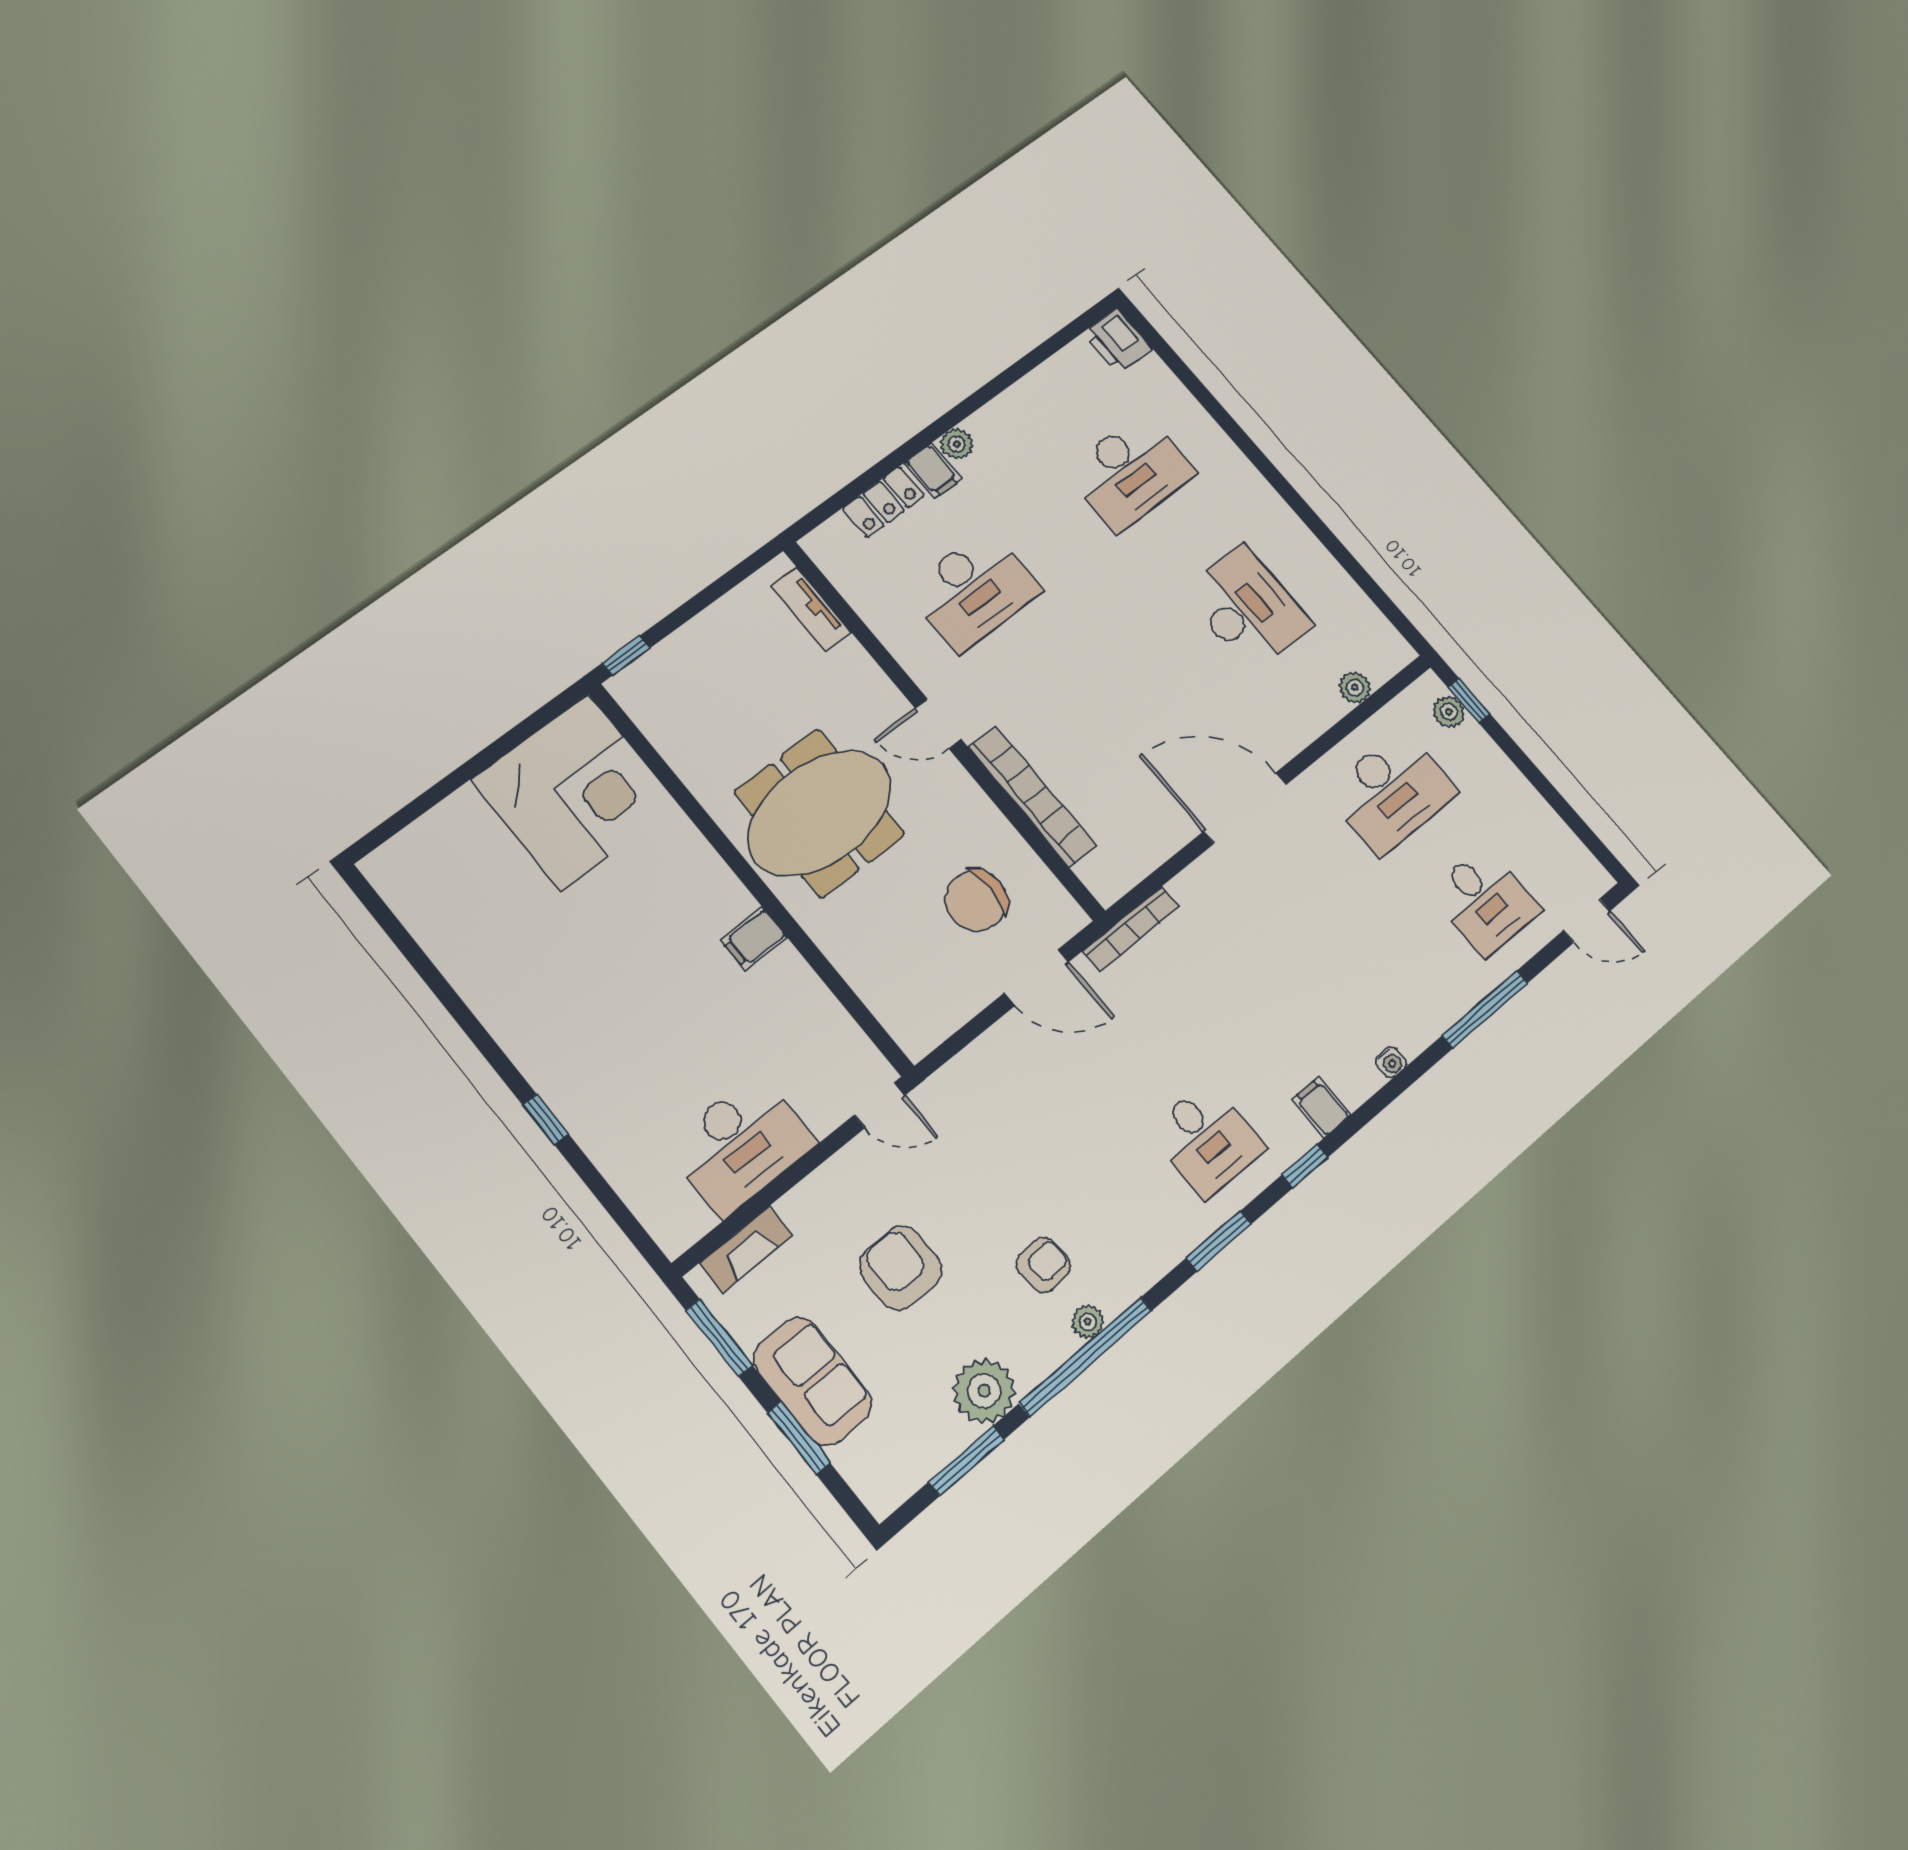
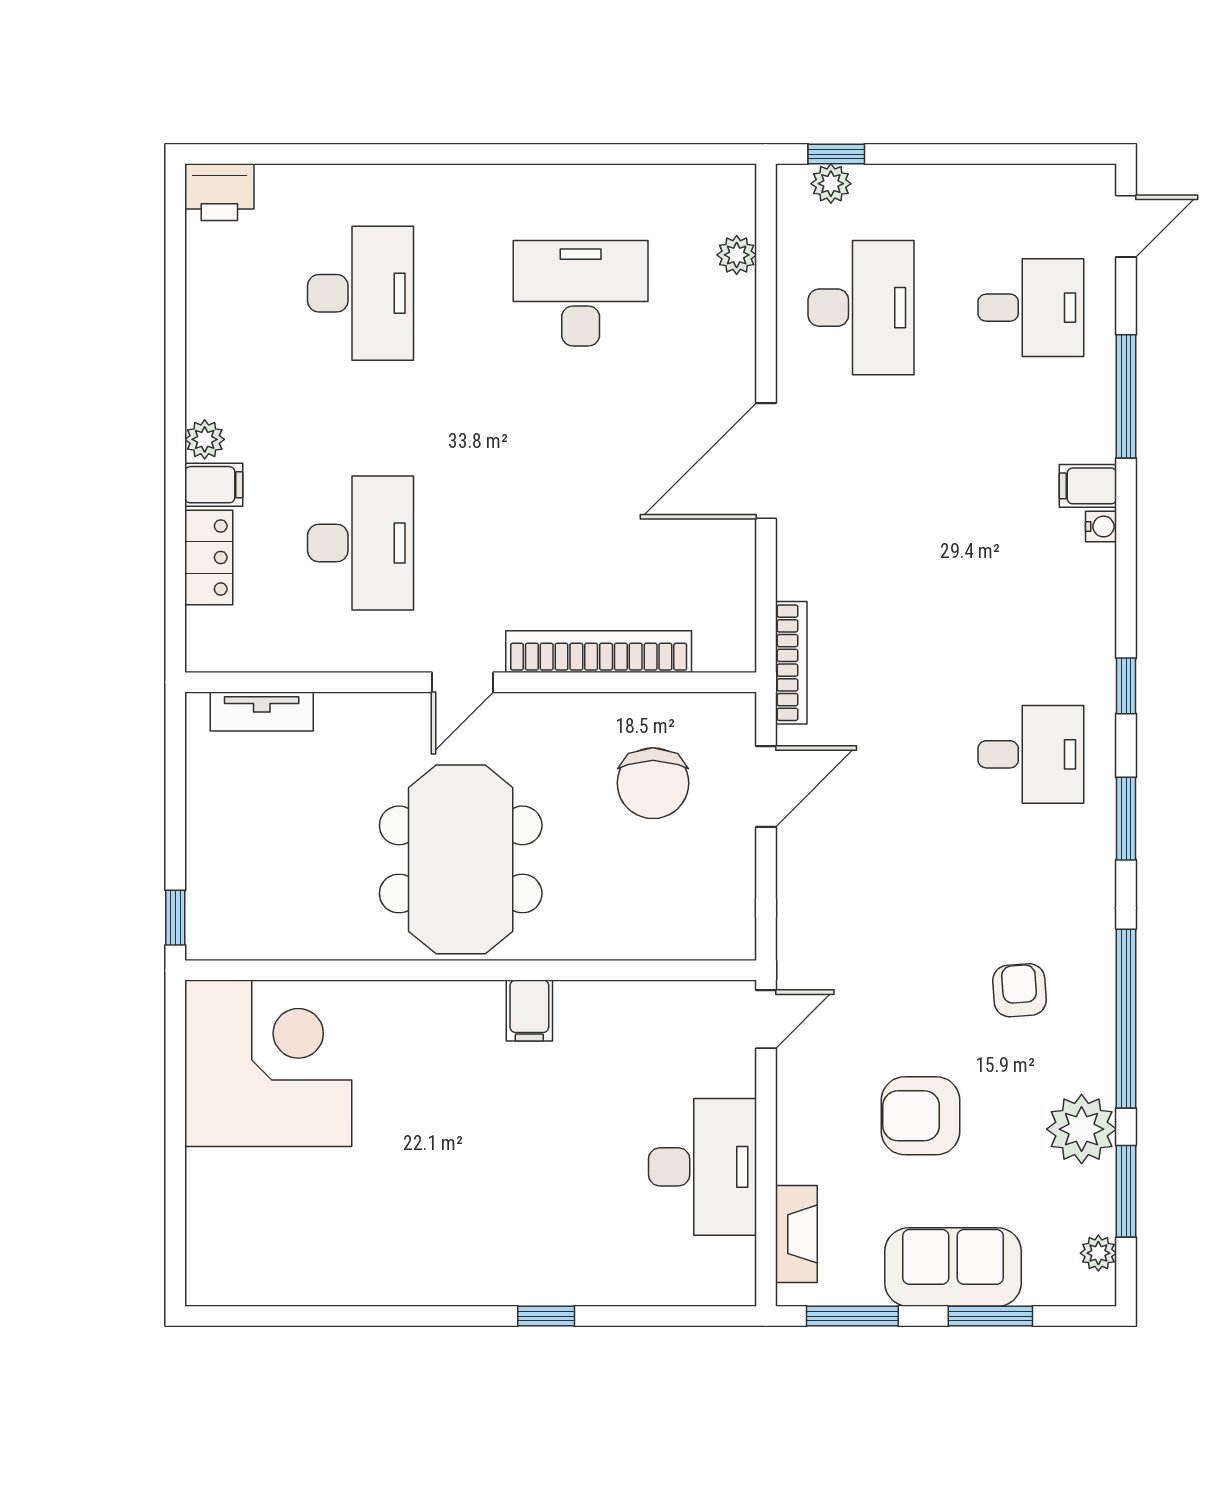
filing cabinet: (1321, 1107) -> (1088, 486), moved
plant: (1088, 1322) -> (1098, 1253), moved

